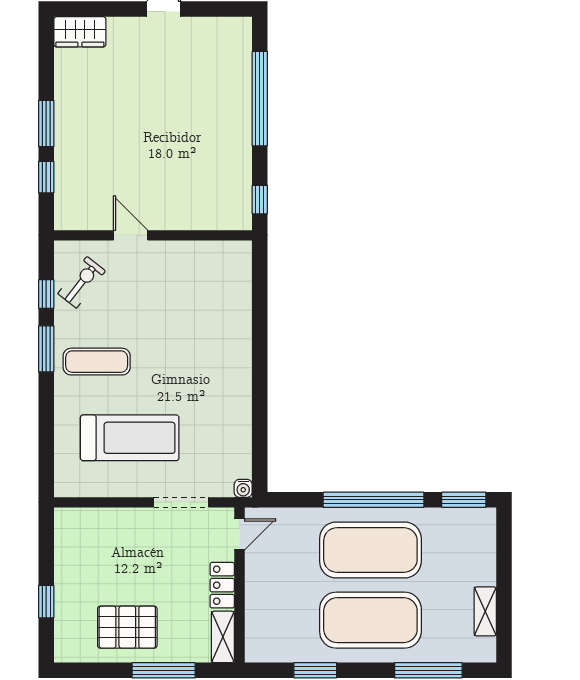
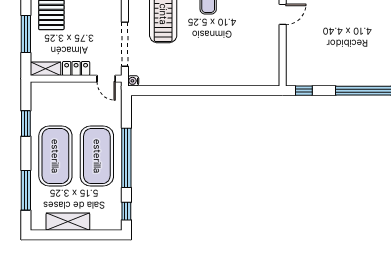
window: (464, 500) -> (126, 211), width x0.67
doorway: (181, 502) -> (125, 44), width x1.36
shelving: (485, 611) -> (68, 222), width x1.50, depth x1.33

